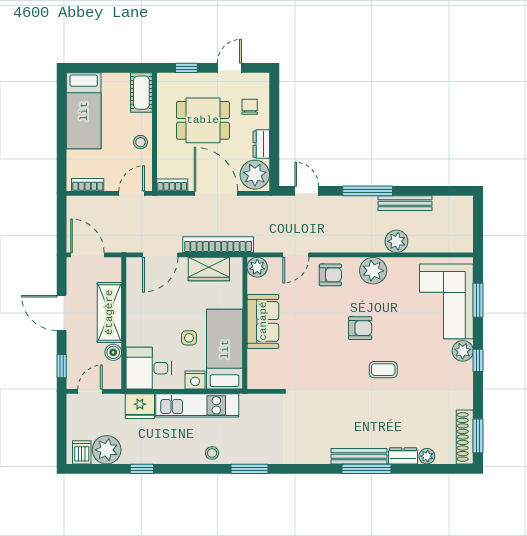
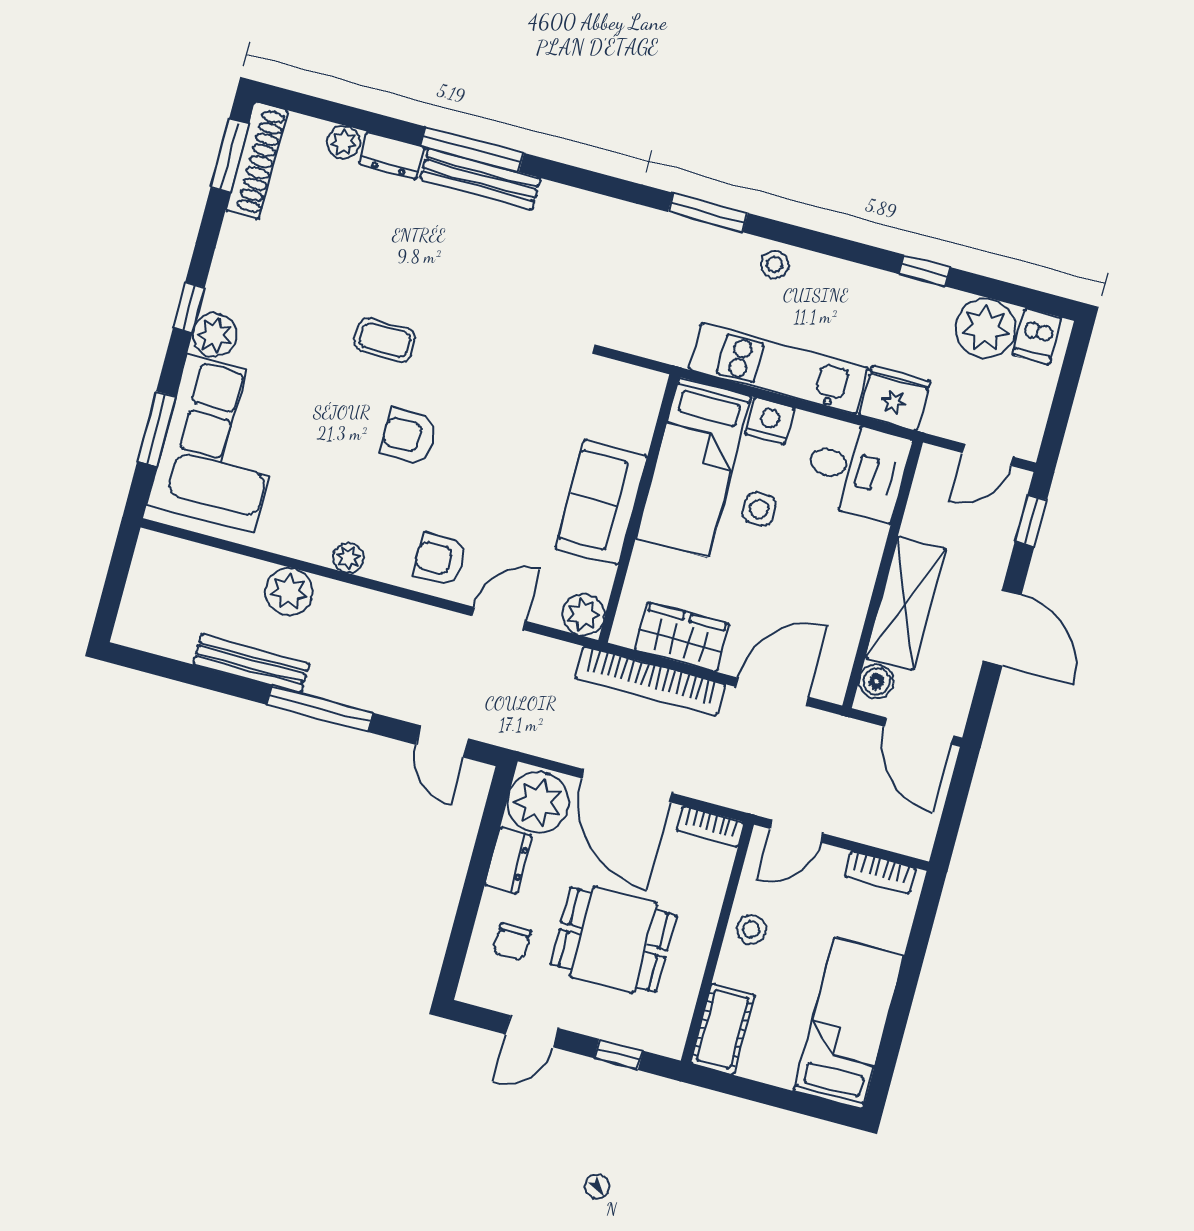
plant: (373, 271) -> (348, 558), width x0.53, depth x0.53
boiler: (113, 352) -> (876, 681), moved

